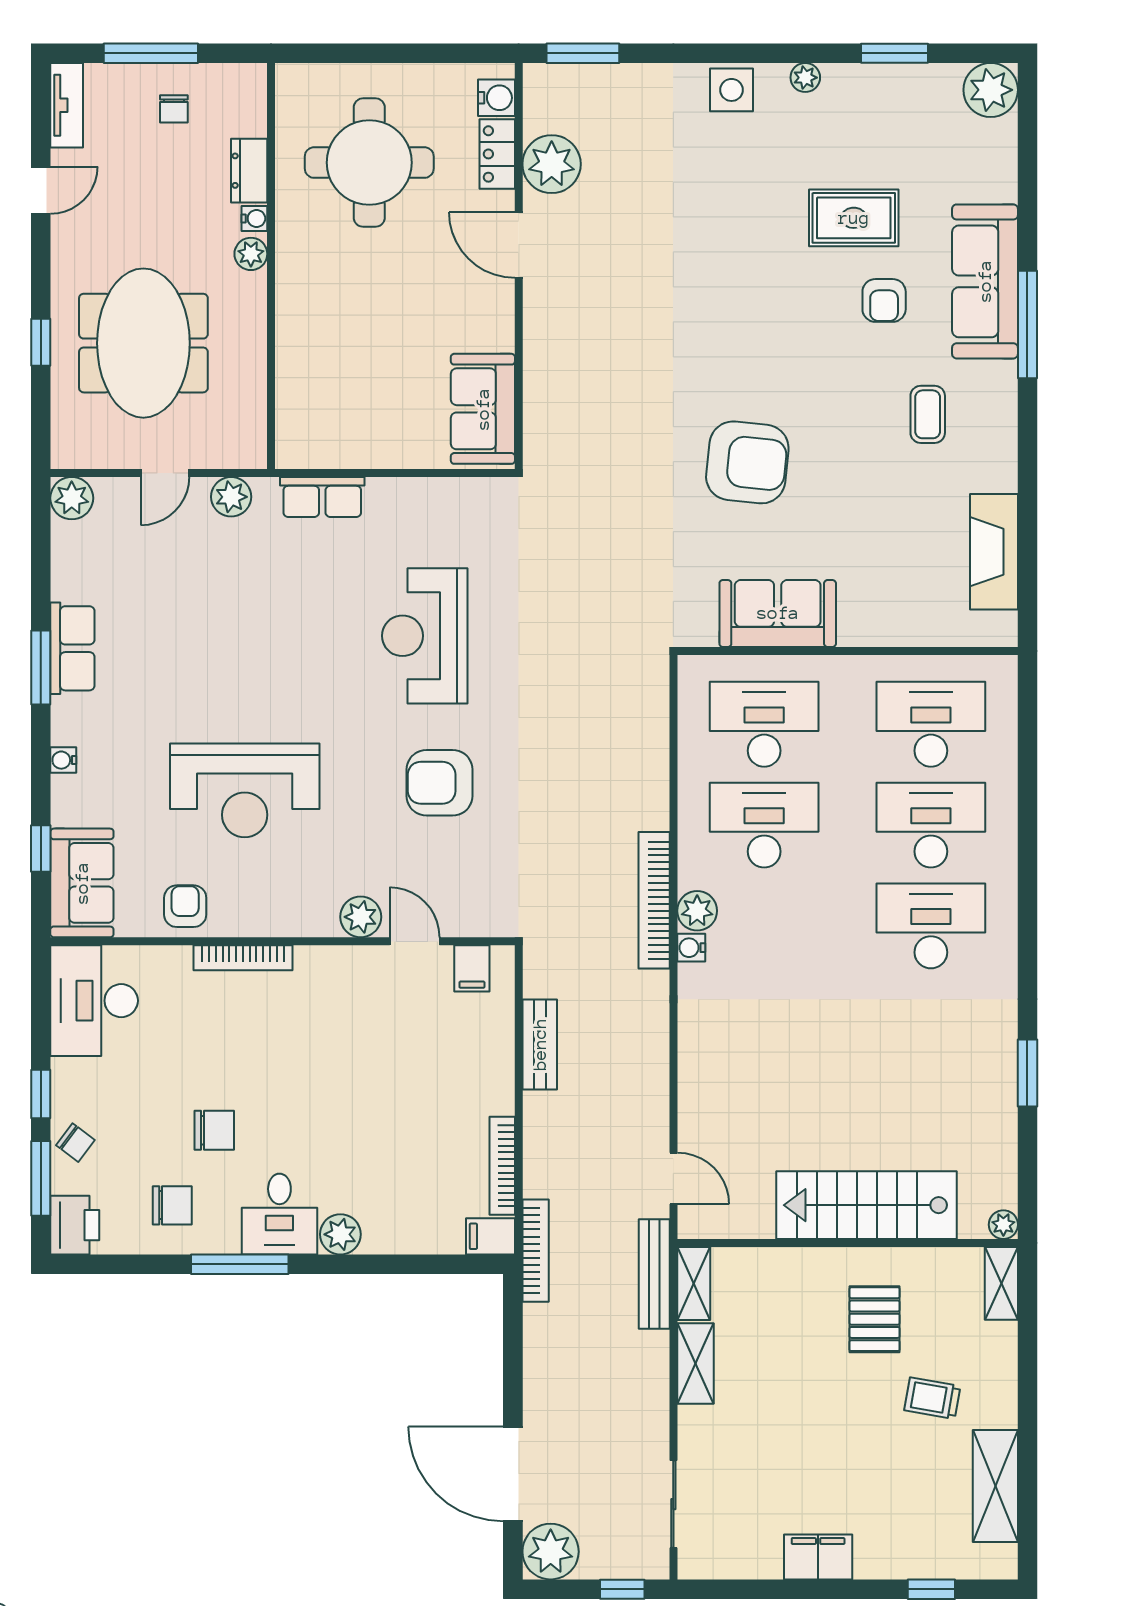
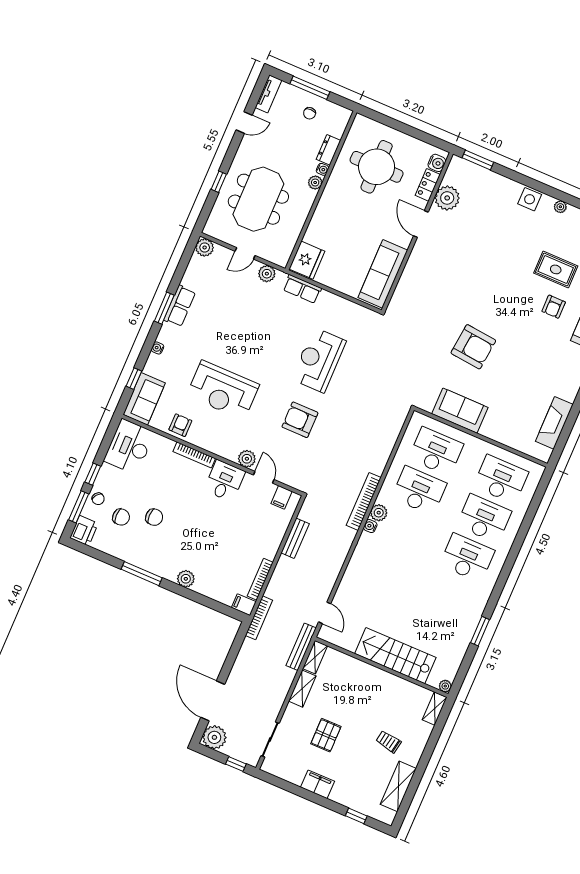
sofa: (483, 409) -> (383, 274), width x1.36
coffee table: (928, 414) -> (552, 358), removed
fridge: (306, 430) -> (307, 260), added
chair: (172, 1205) -> (121, 517), moved
desk: (279, 1214) -> (225, 481), moved, turned 180
pallet: (875, 1319) -> (326, 735), moved

